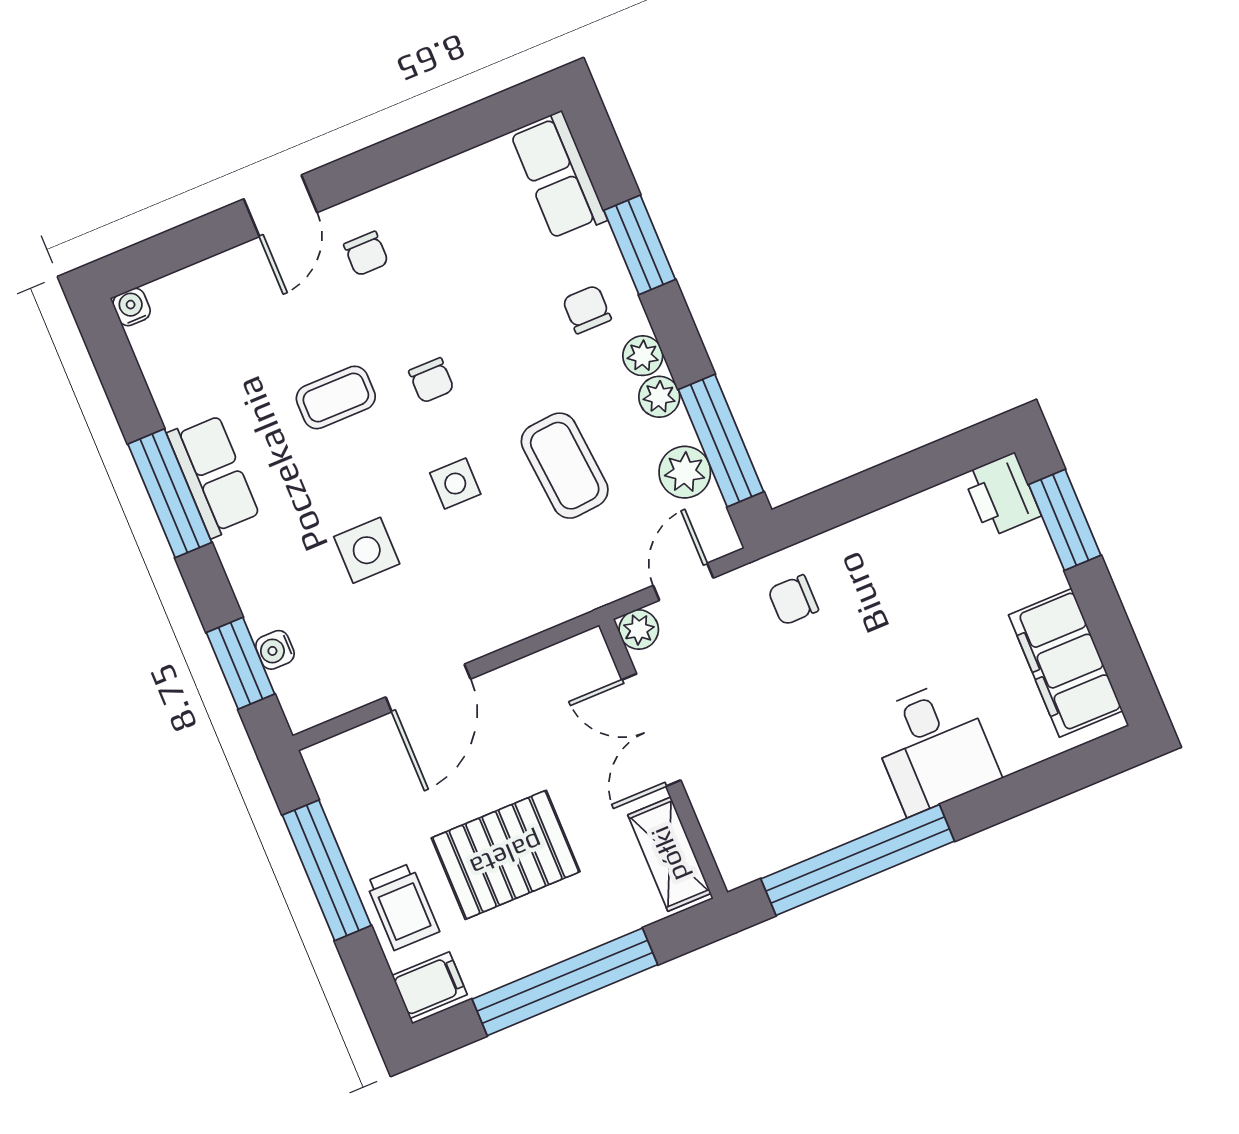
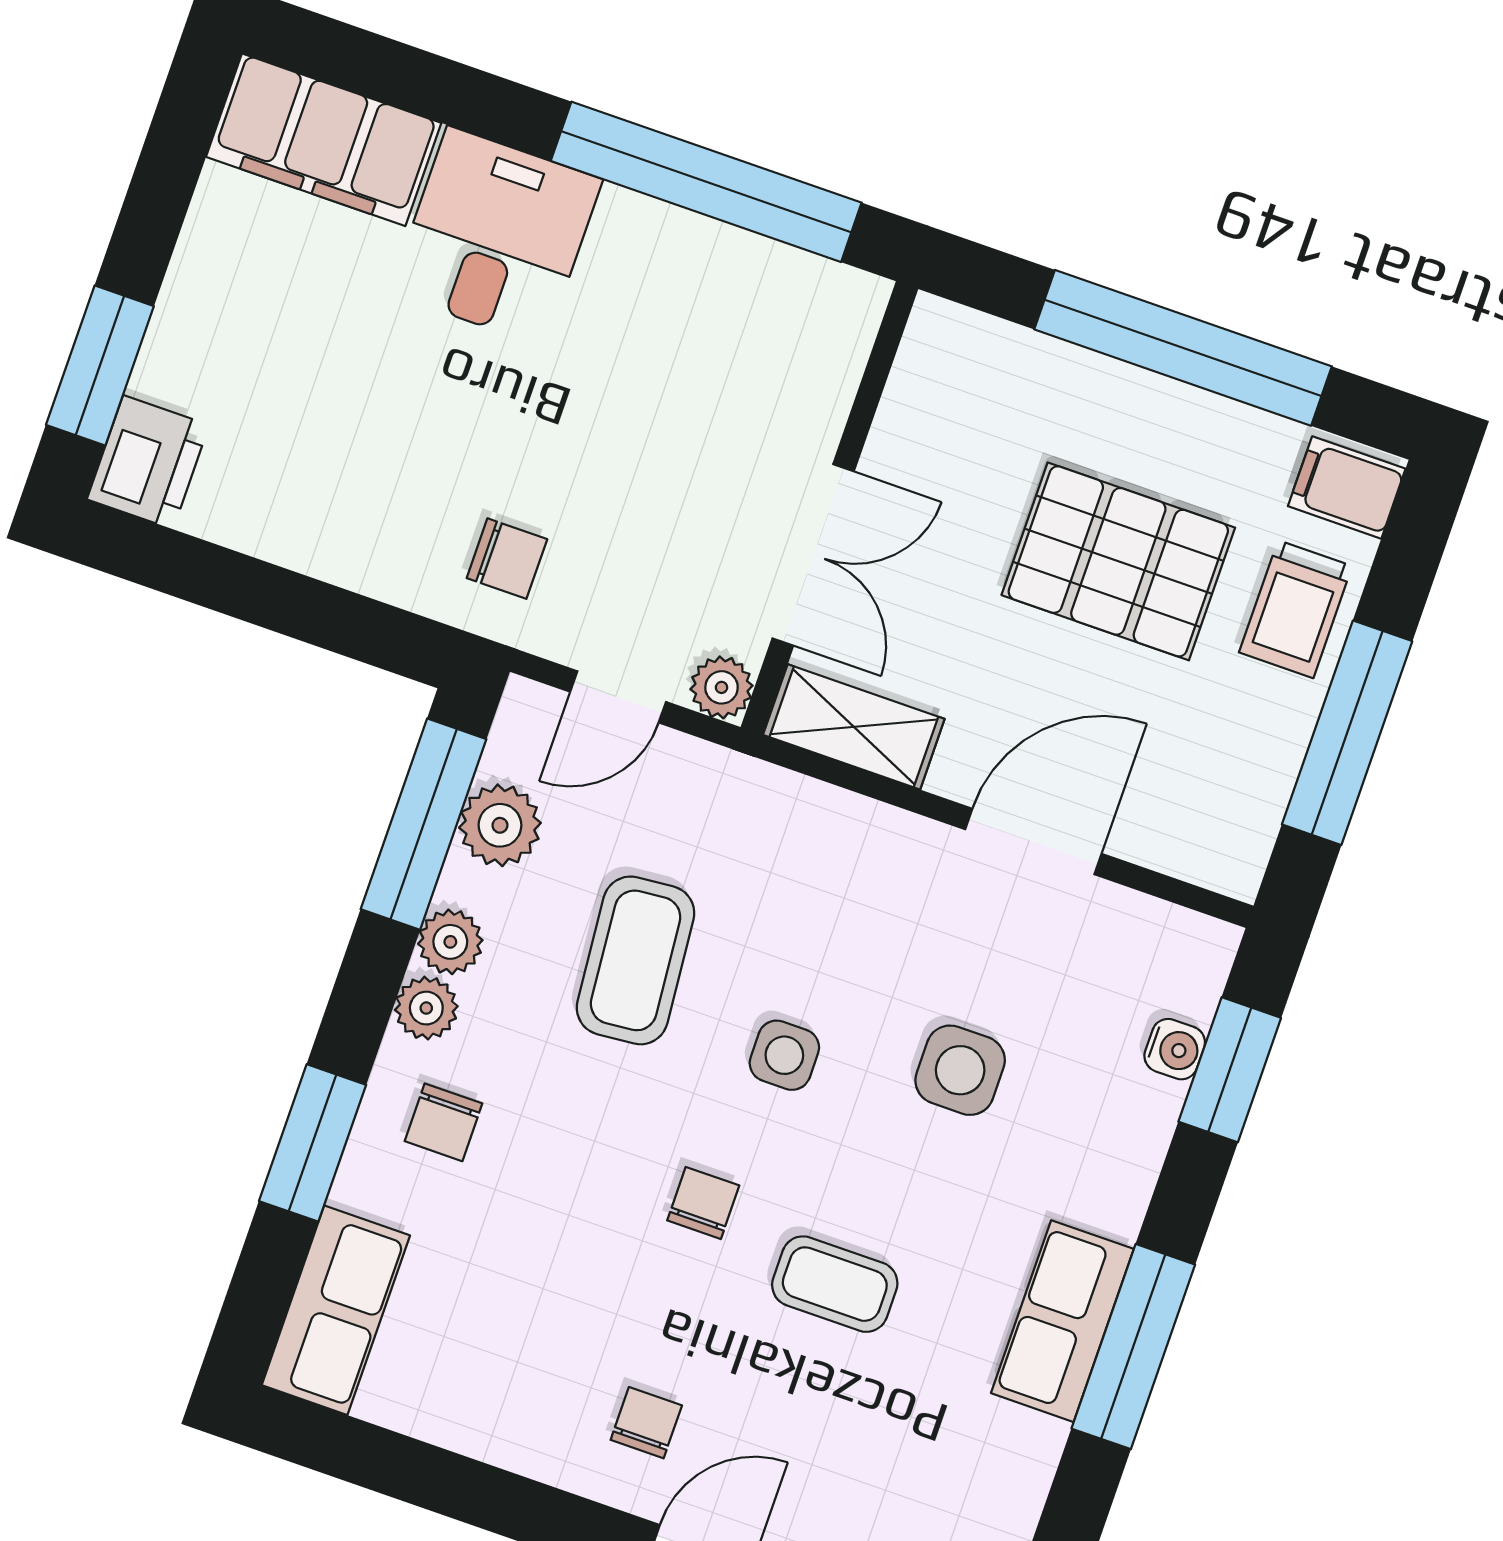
filing cabinet: (1066, 663) -> (324, 140), moved, turned 90
shelving: (669, 854) -> (854, 727), moved, turned 90
trolley: (403, 907) -> (1296, 609), turned 180

